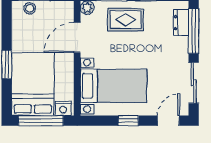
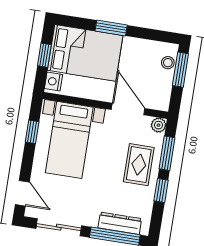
dresser: (181, 23) -> (120, 223), width x1.44
window: (41, 121) -> (44, 55), width x0.46
window: (128, 121) -> (32, 132), moved

